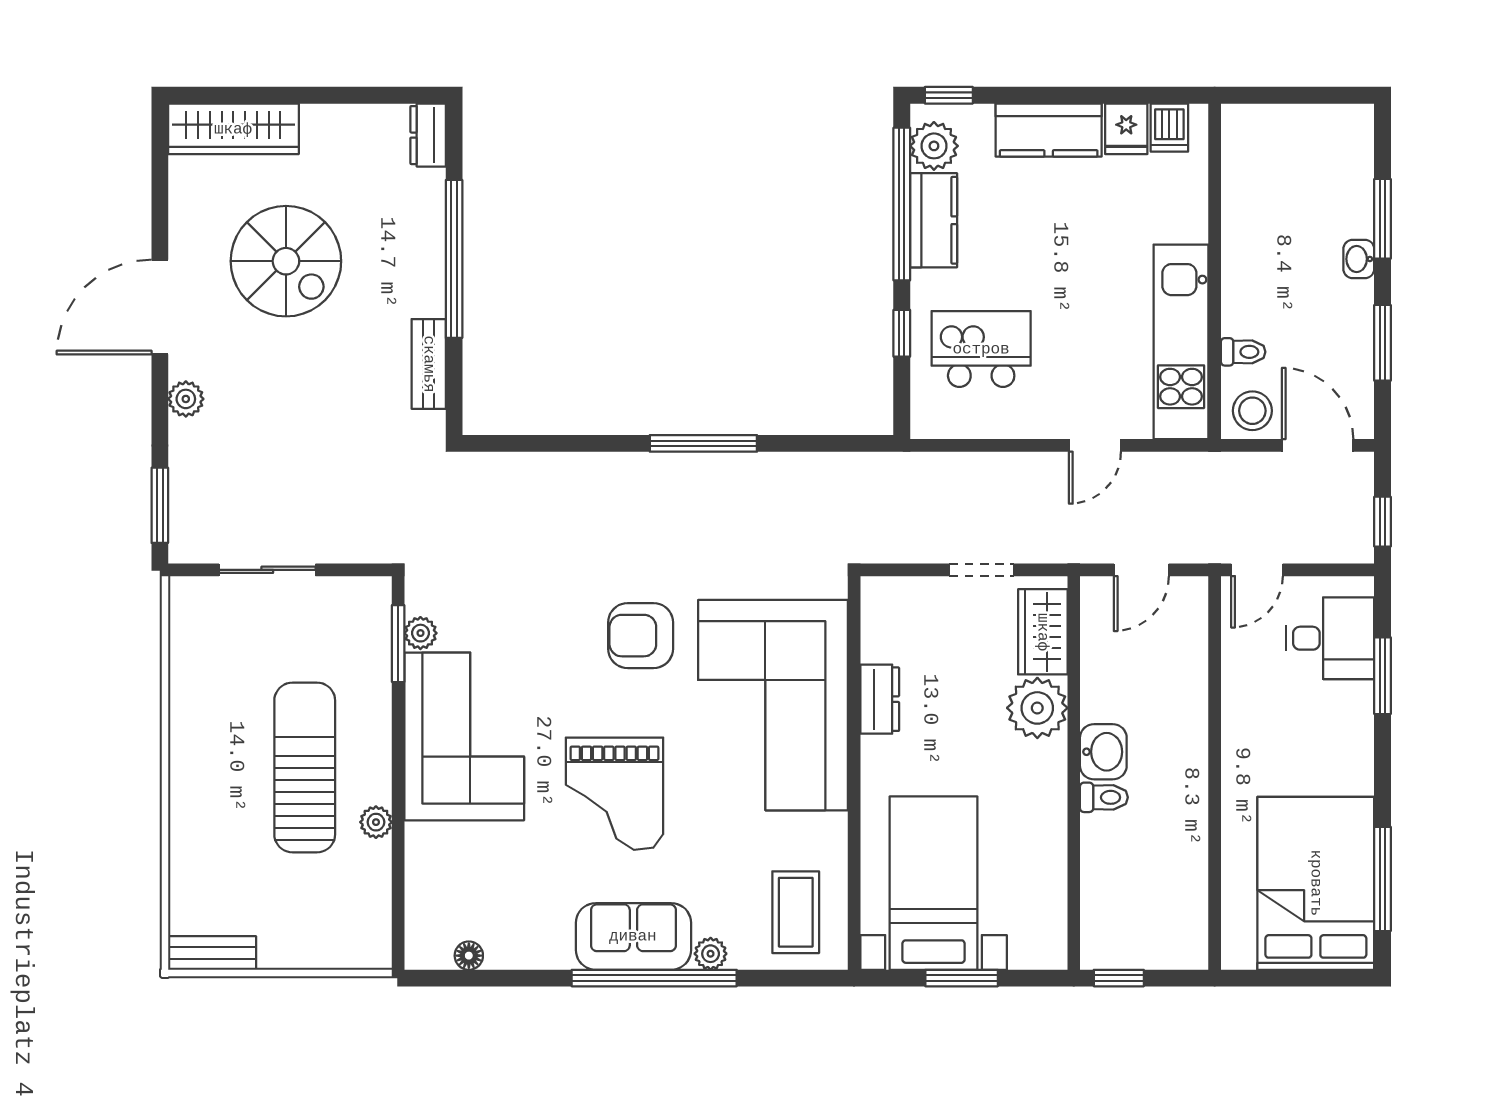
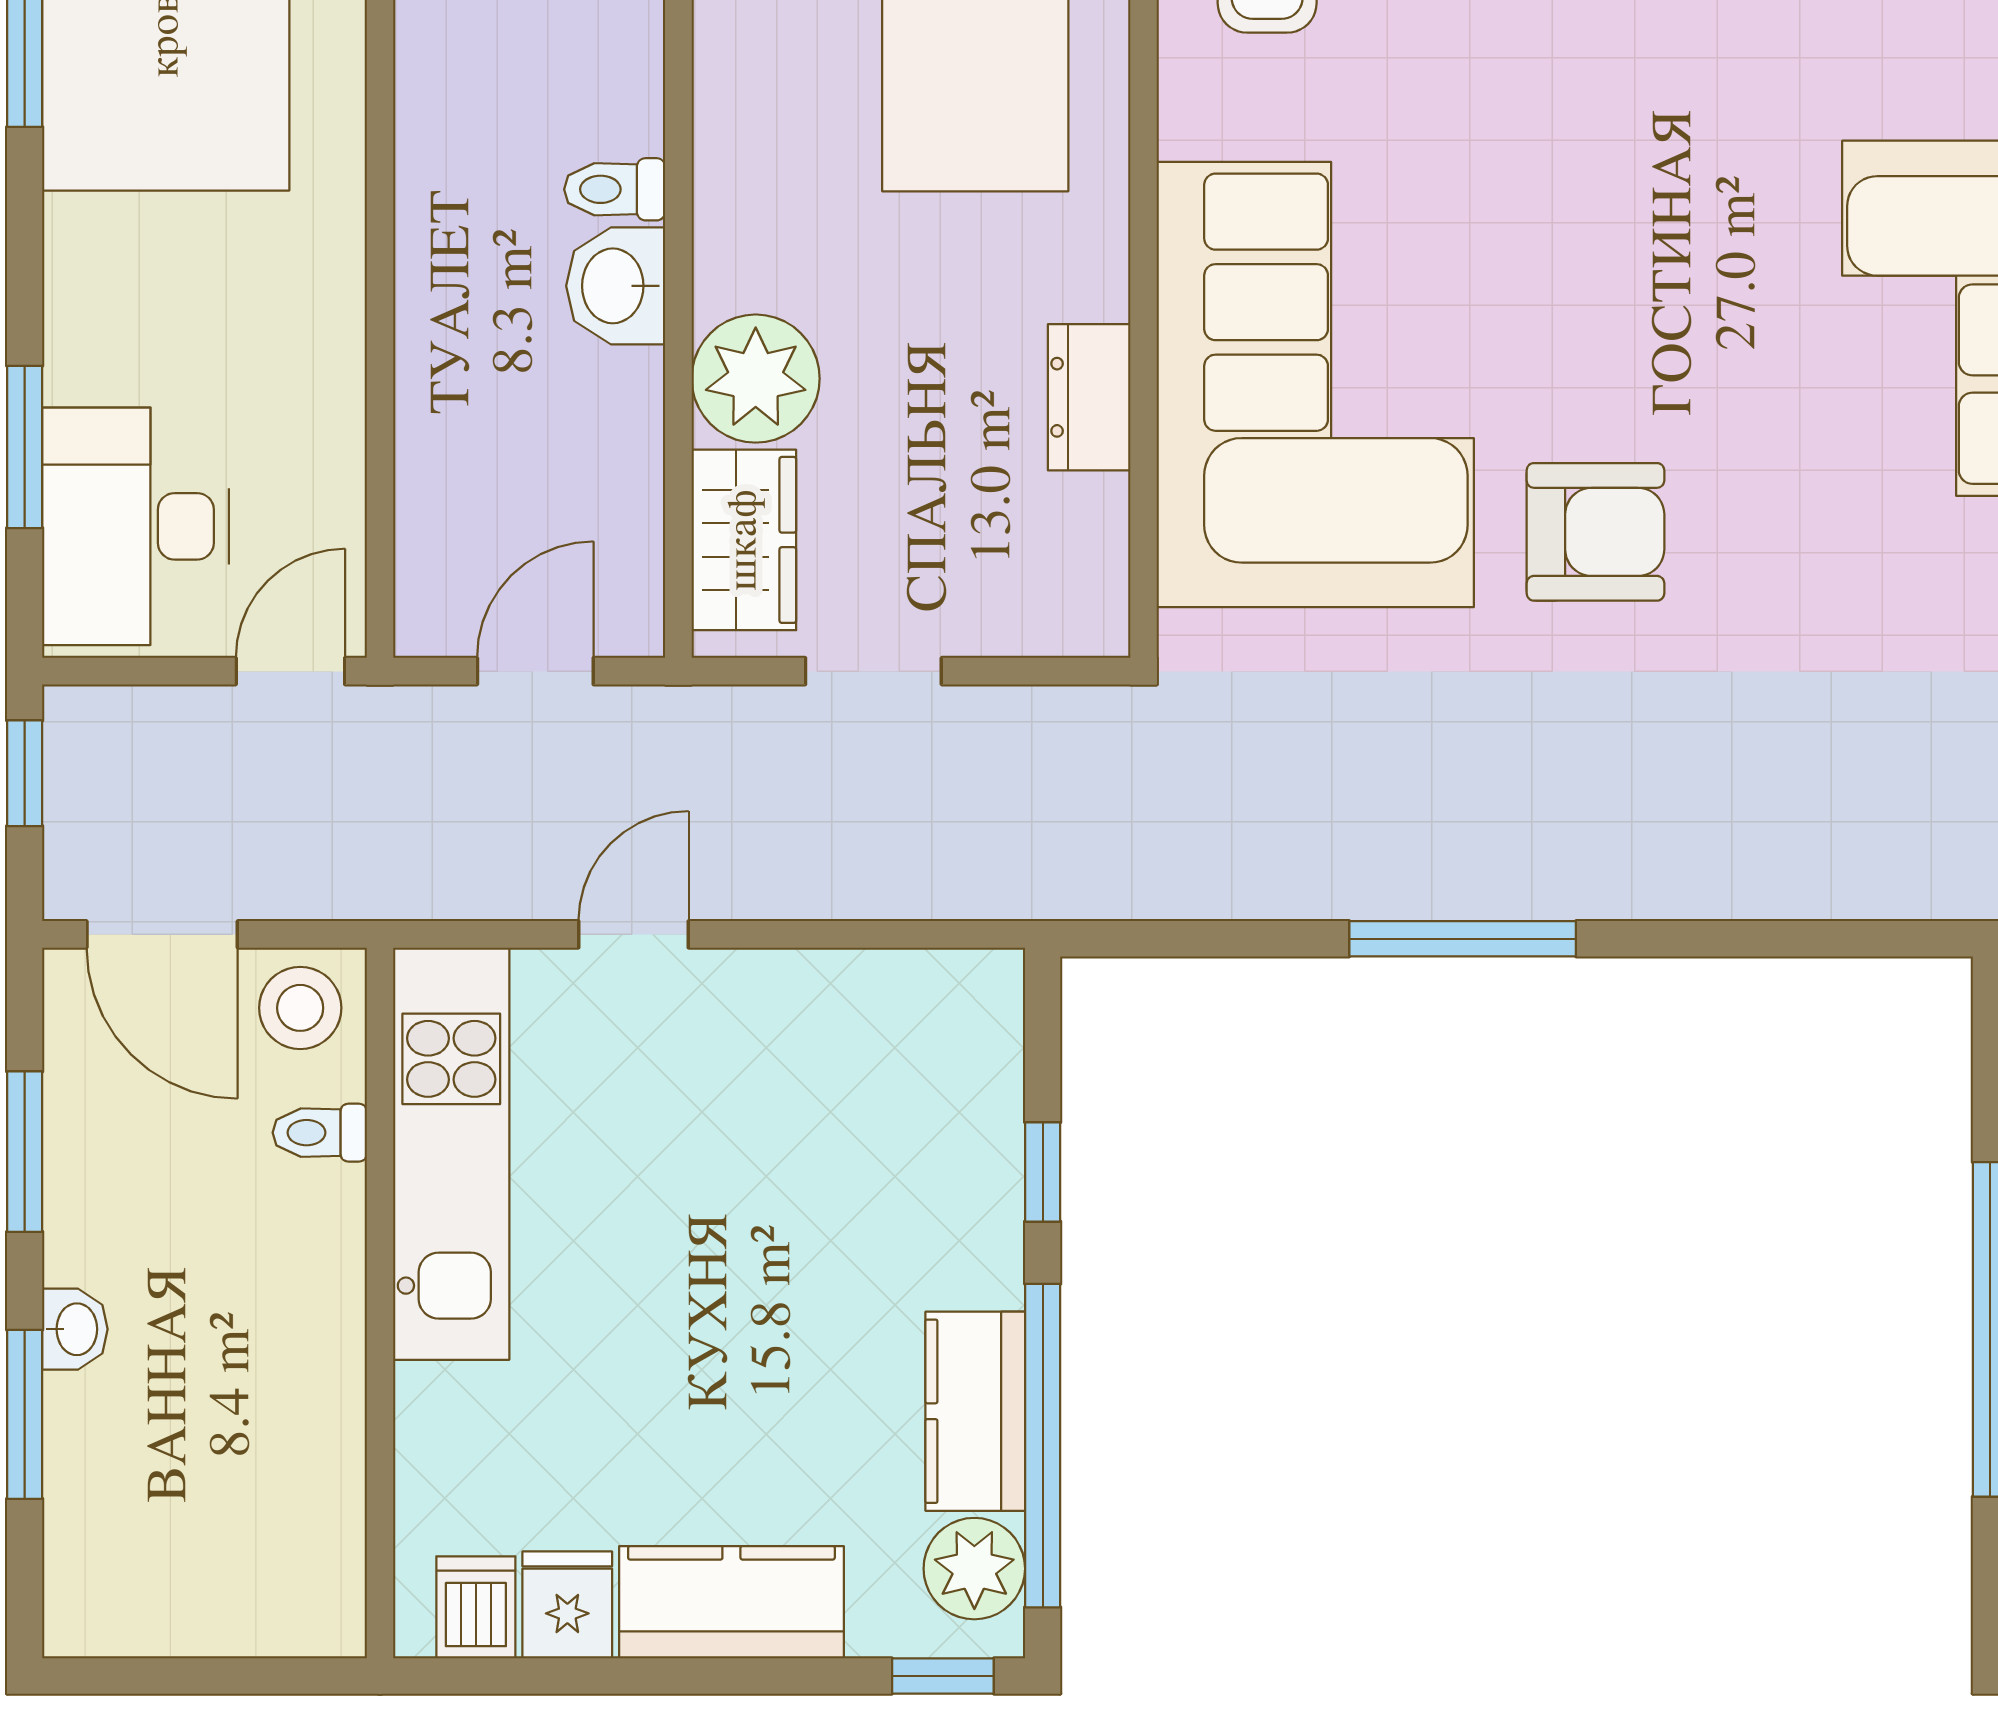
kitchen island: (981, 349) -> (874, 1139), removed
desk: (1330, 638) -> (135, 526), width x1.37
grand piano: (614, 794) -> (1651, 197), removed

